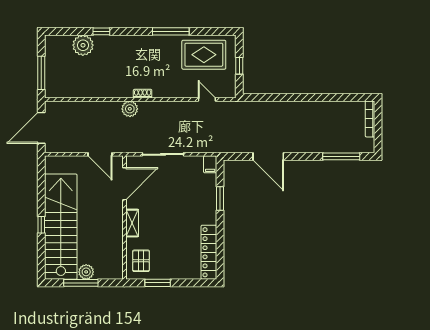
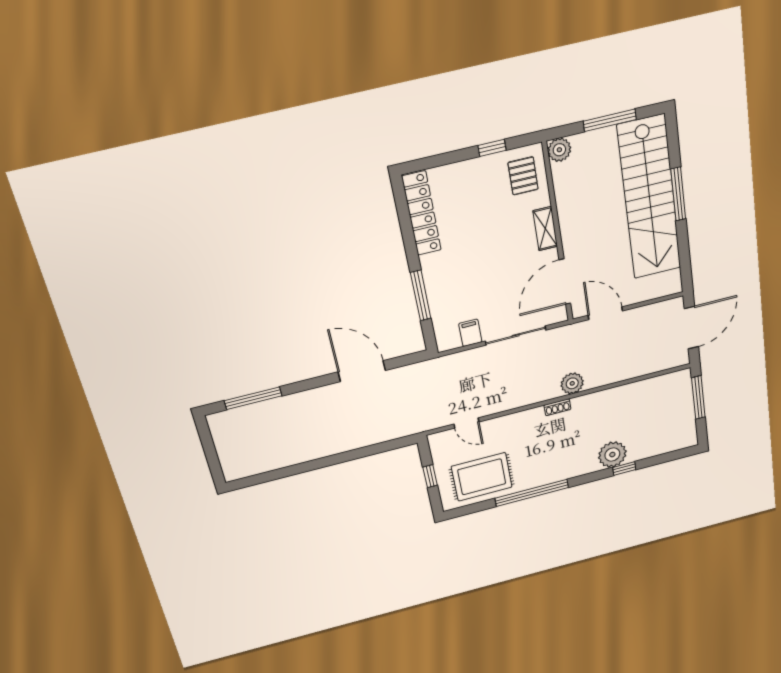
window: (171, 31) -> (532, 493), width x1.46
plant: (83, 45) -> (612, 455), moved
bookcase: (370, 119) -> (225, 458), removed
filing cabinet: (210, 164) -> (470, 333), moved
window: (220, 199) -> (421, 295), width x1.44
window: (41, 225) -> (678, 194), width x2.17
plant: (86, 272) -> (559, 150), moved
window: (158, 283) -> (492, 148), width x0.67

